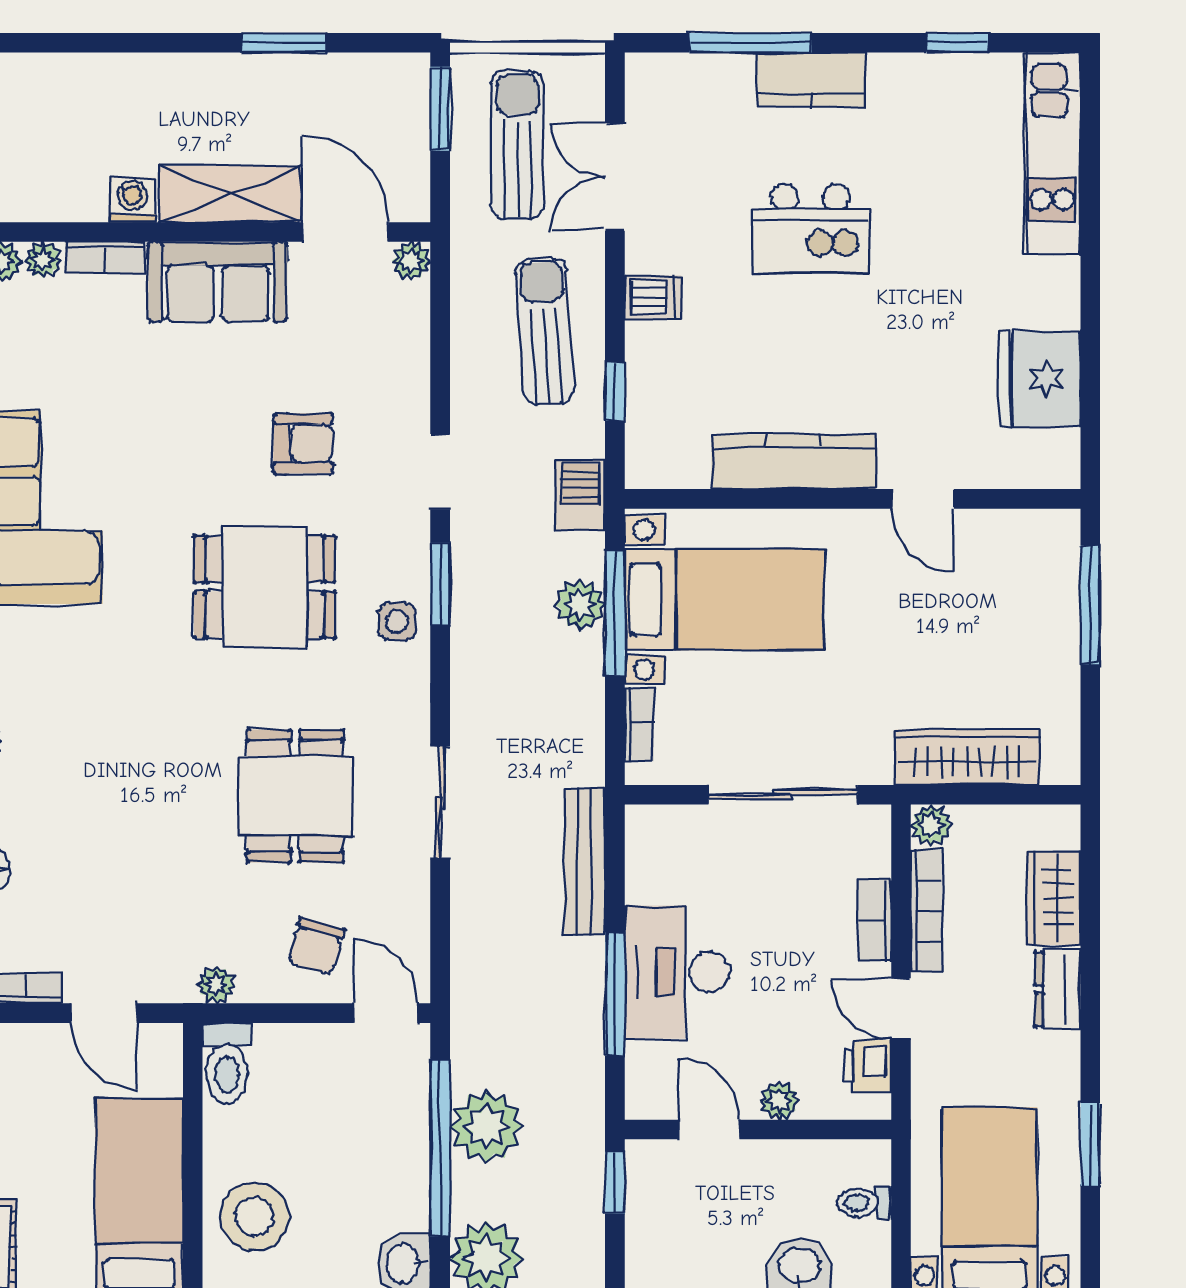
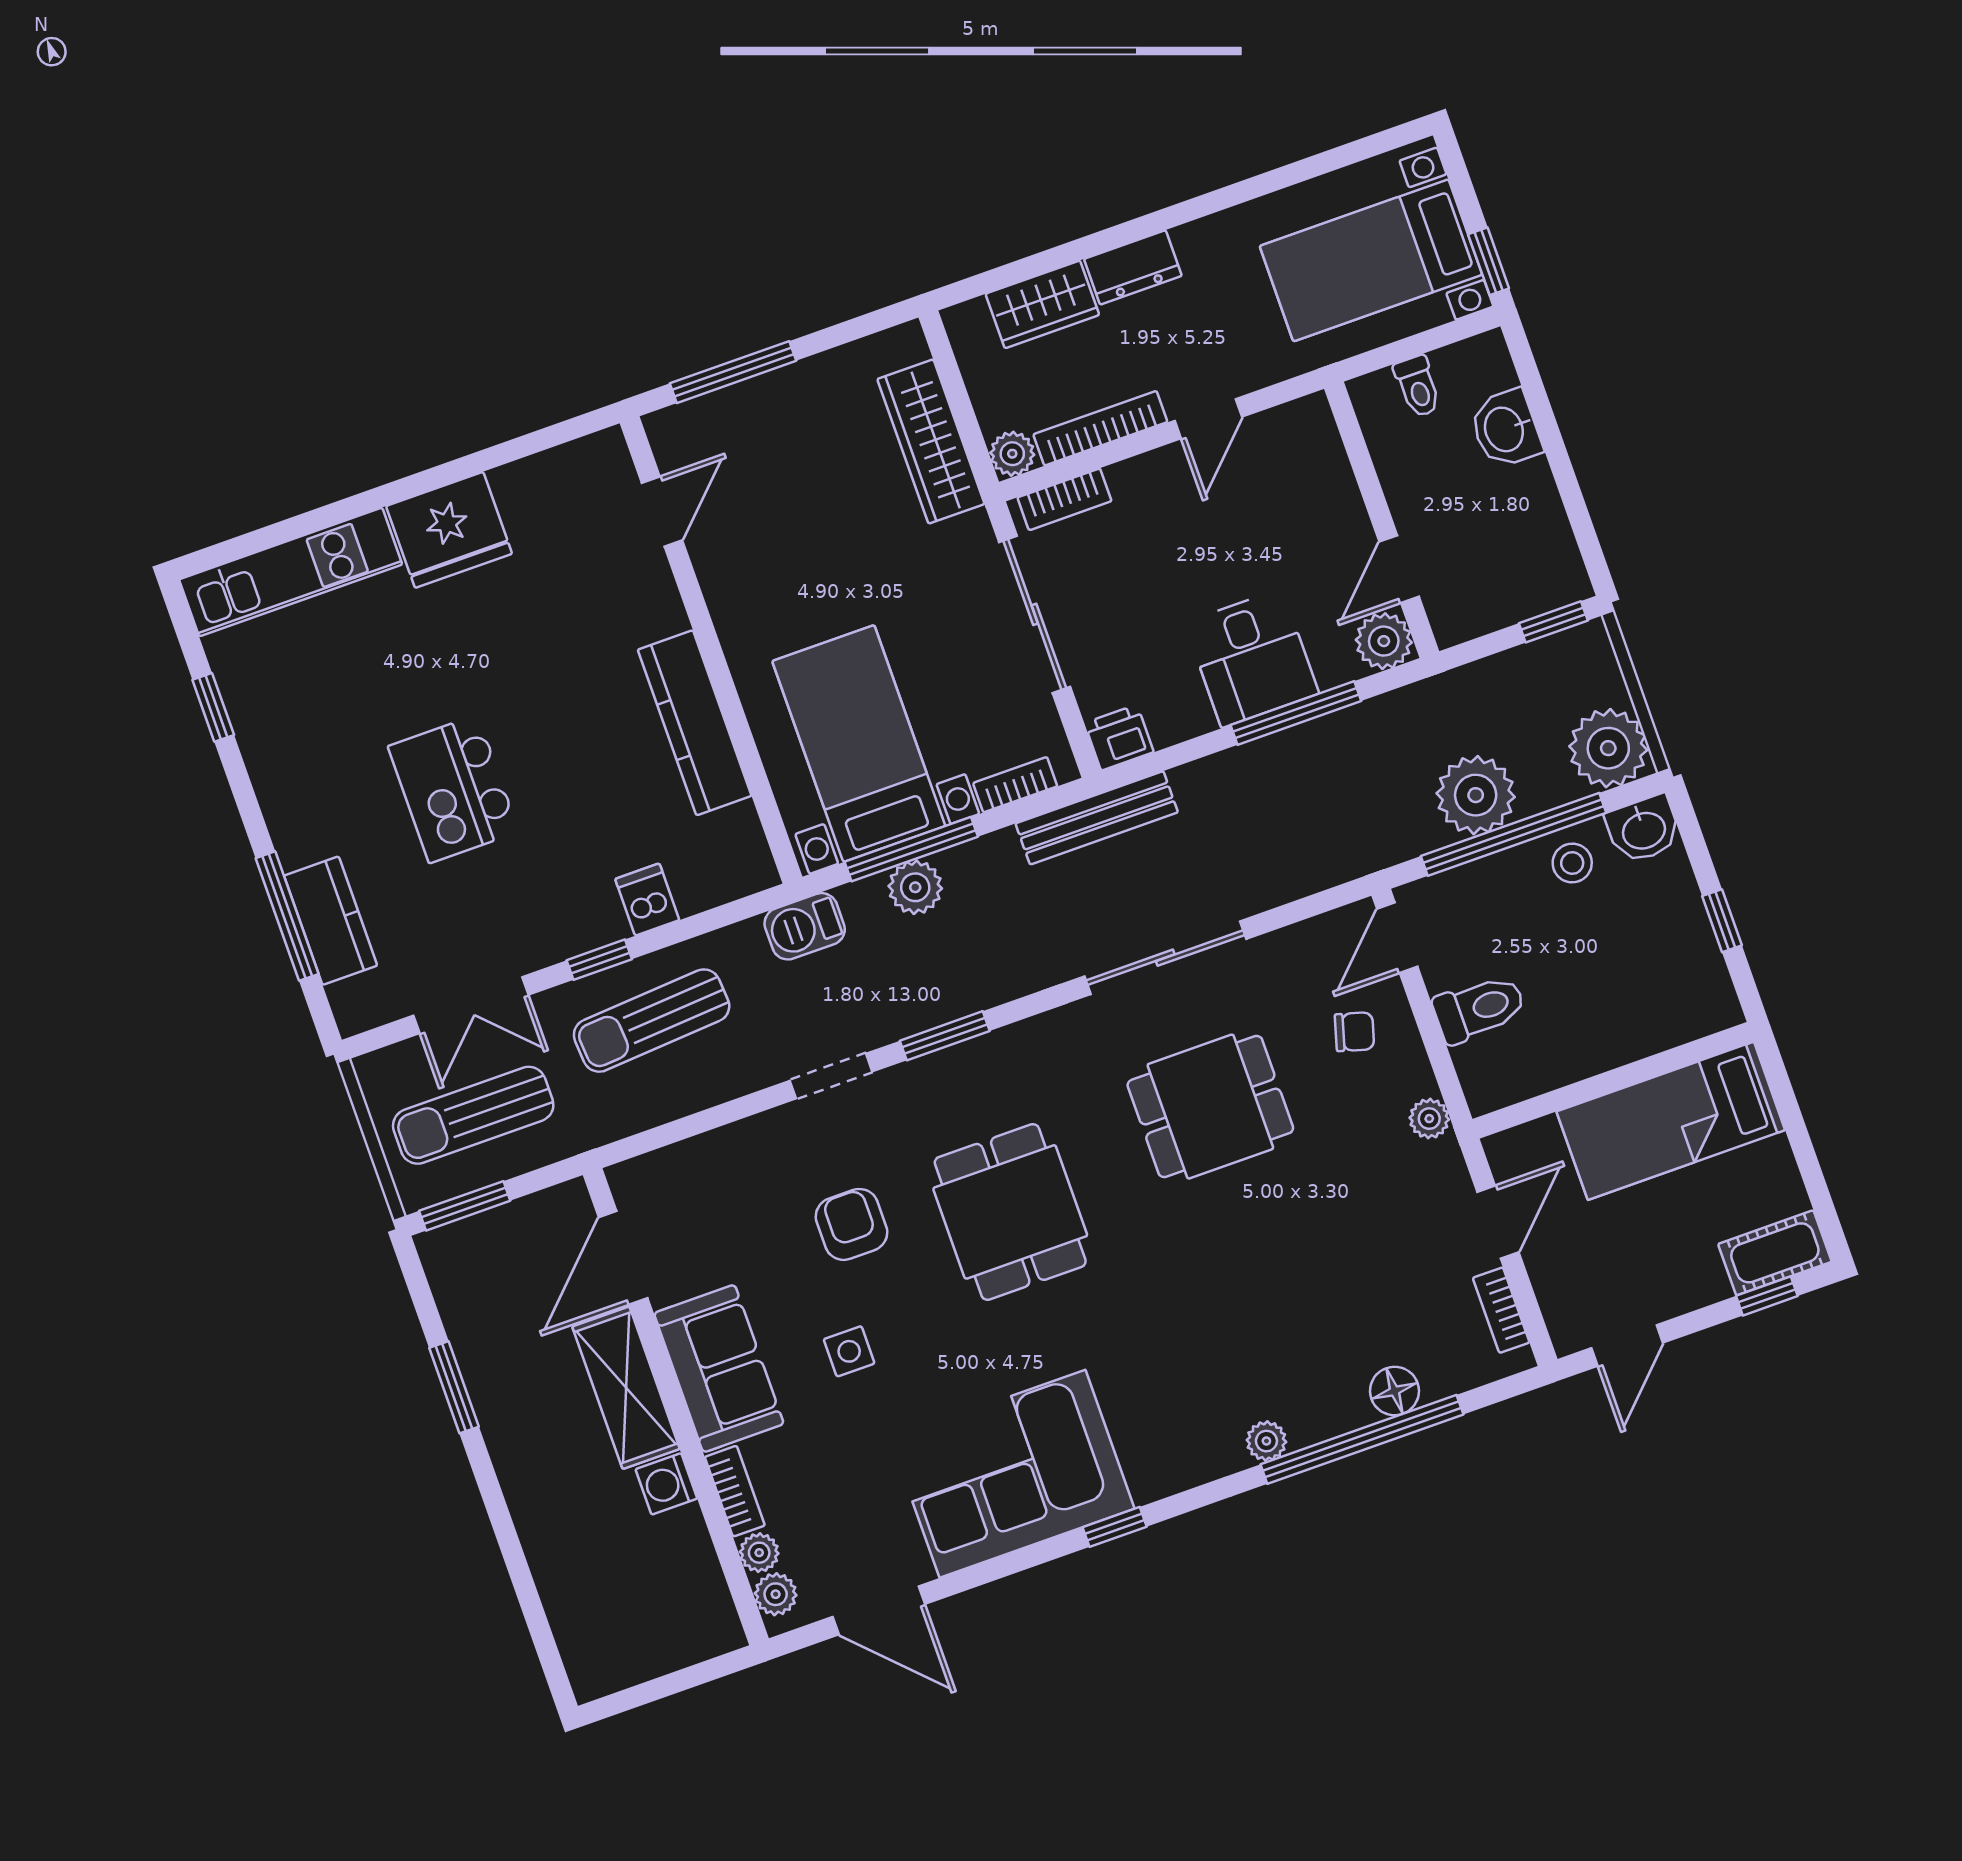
kitchen counter: (811, 80) -> (331, 921), moved
kitchen island: (810, 229) -> (453, 789), turned 180
plant: (411, 261) -> (629, 1181), removed
dishwasher: (653, 297) -> (647, 900), moved
fridge: (1040, 379) -> (449, 530), moved
window: (615, 392) -> (599, 960), moved
door: (923, 499) -> (662, 512), moved
side table: (397, 622) -> (849, 1351), moved
sliding door: (440, 803) -> (1165, 958), width x1.37
bench: (585, 861) -> (1097, 818), moved
bookcase: (875, 920) -> (1064, 499), moved
chair: (316, 946) -> (1354, 1032), width x0.73, depth x0.73
desk: (677, 972) -> (1252, 658), width x0.73
toilet: (227, 1063) -> (1479, 1009), moved
printer: (868, 1066) -> (1119, 738), moved, turned 180
plant: (779, 1101) -> (1384, 641), moved, width x1.38, depth x1.38
window: (1090, 1144) -> (1278, 179), removed
window: (615, 1183) -> (1553, 622), moved
stool: (255, 1217) -> (1572, 863), moved, width x0.53, depth x0.53

